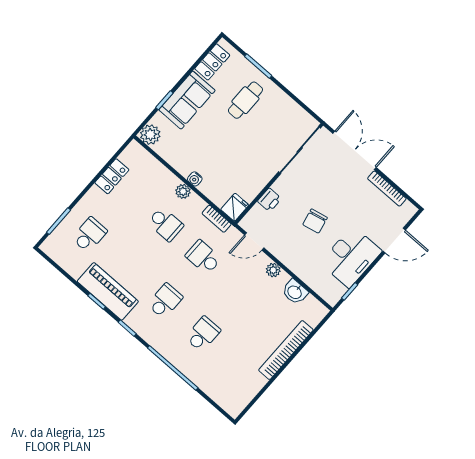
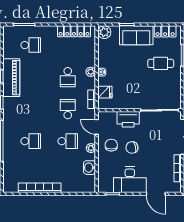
locker: (112, 176) -> (74, 31), width x1.53
printer: (269, 200) -> (128, 119), width x1.87, depth x1.48
fridge: (235, 207) -> (105, 92), moved
chair: (291, 243) -> (111, 145), added
school desk: (165, 301) -> (68, 141), moved
bookcase: (286, 350) -> (40, 188), moved

